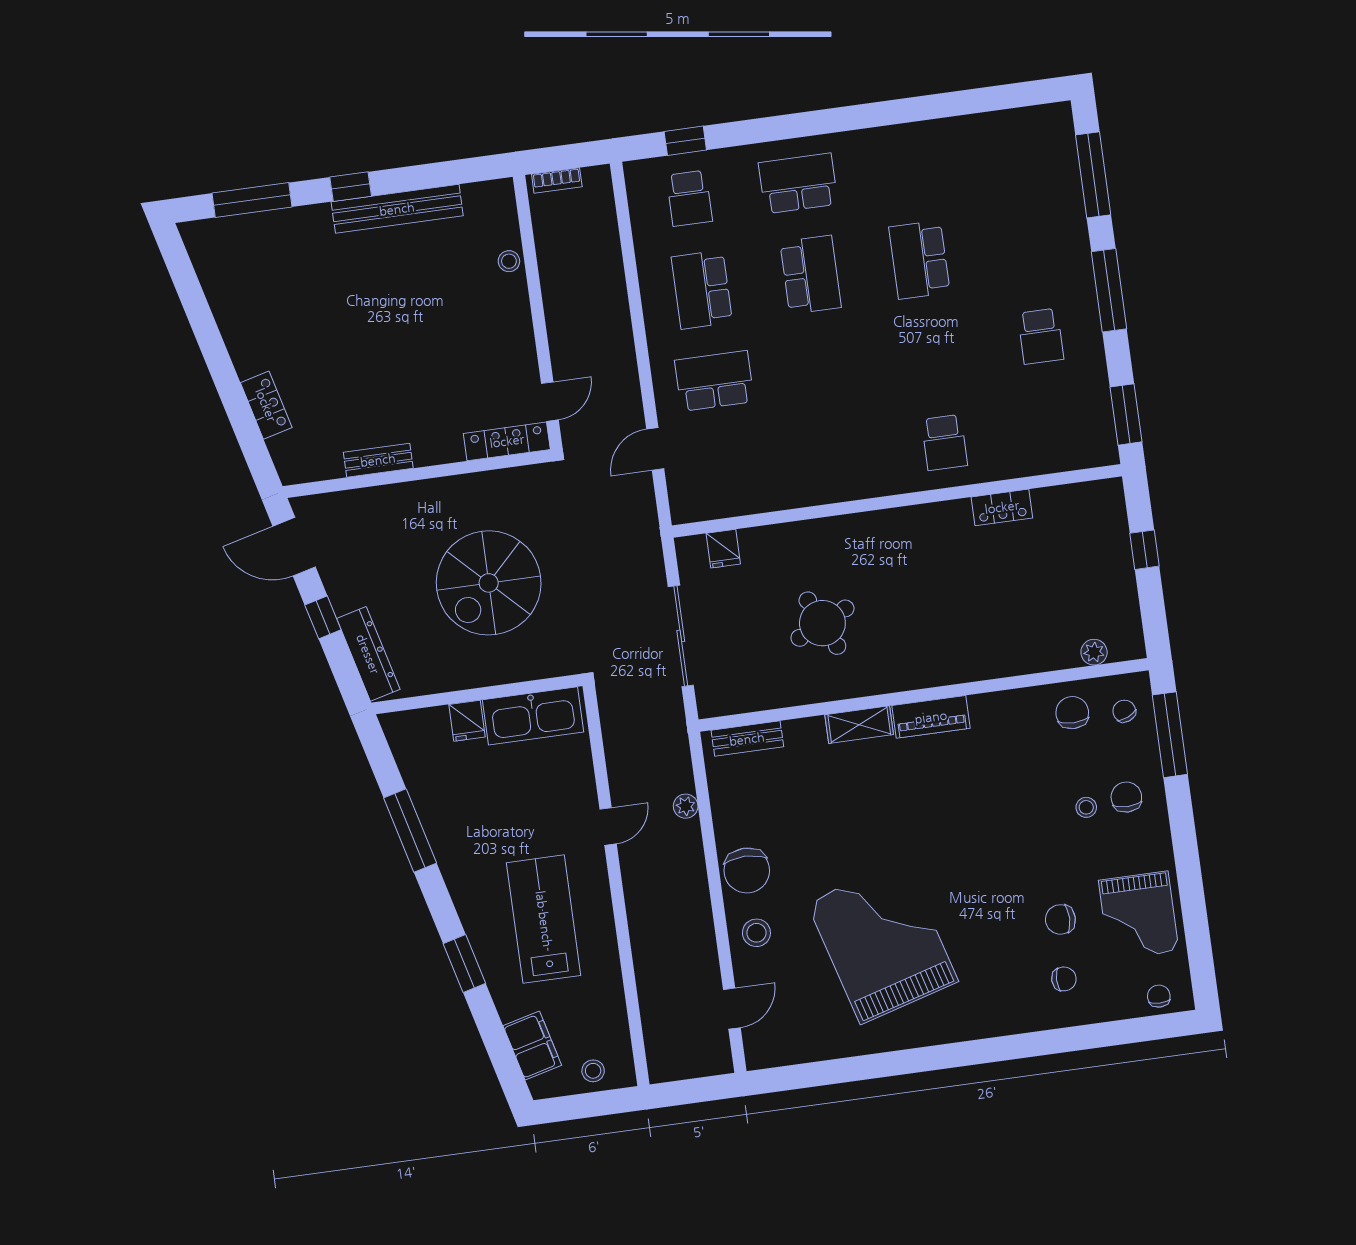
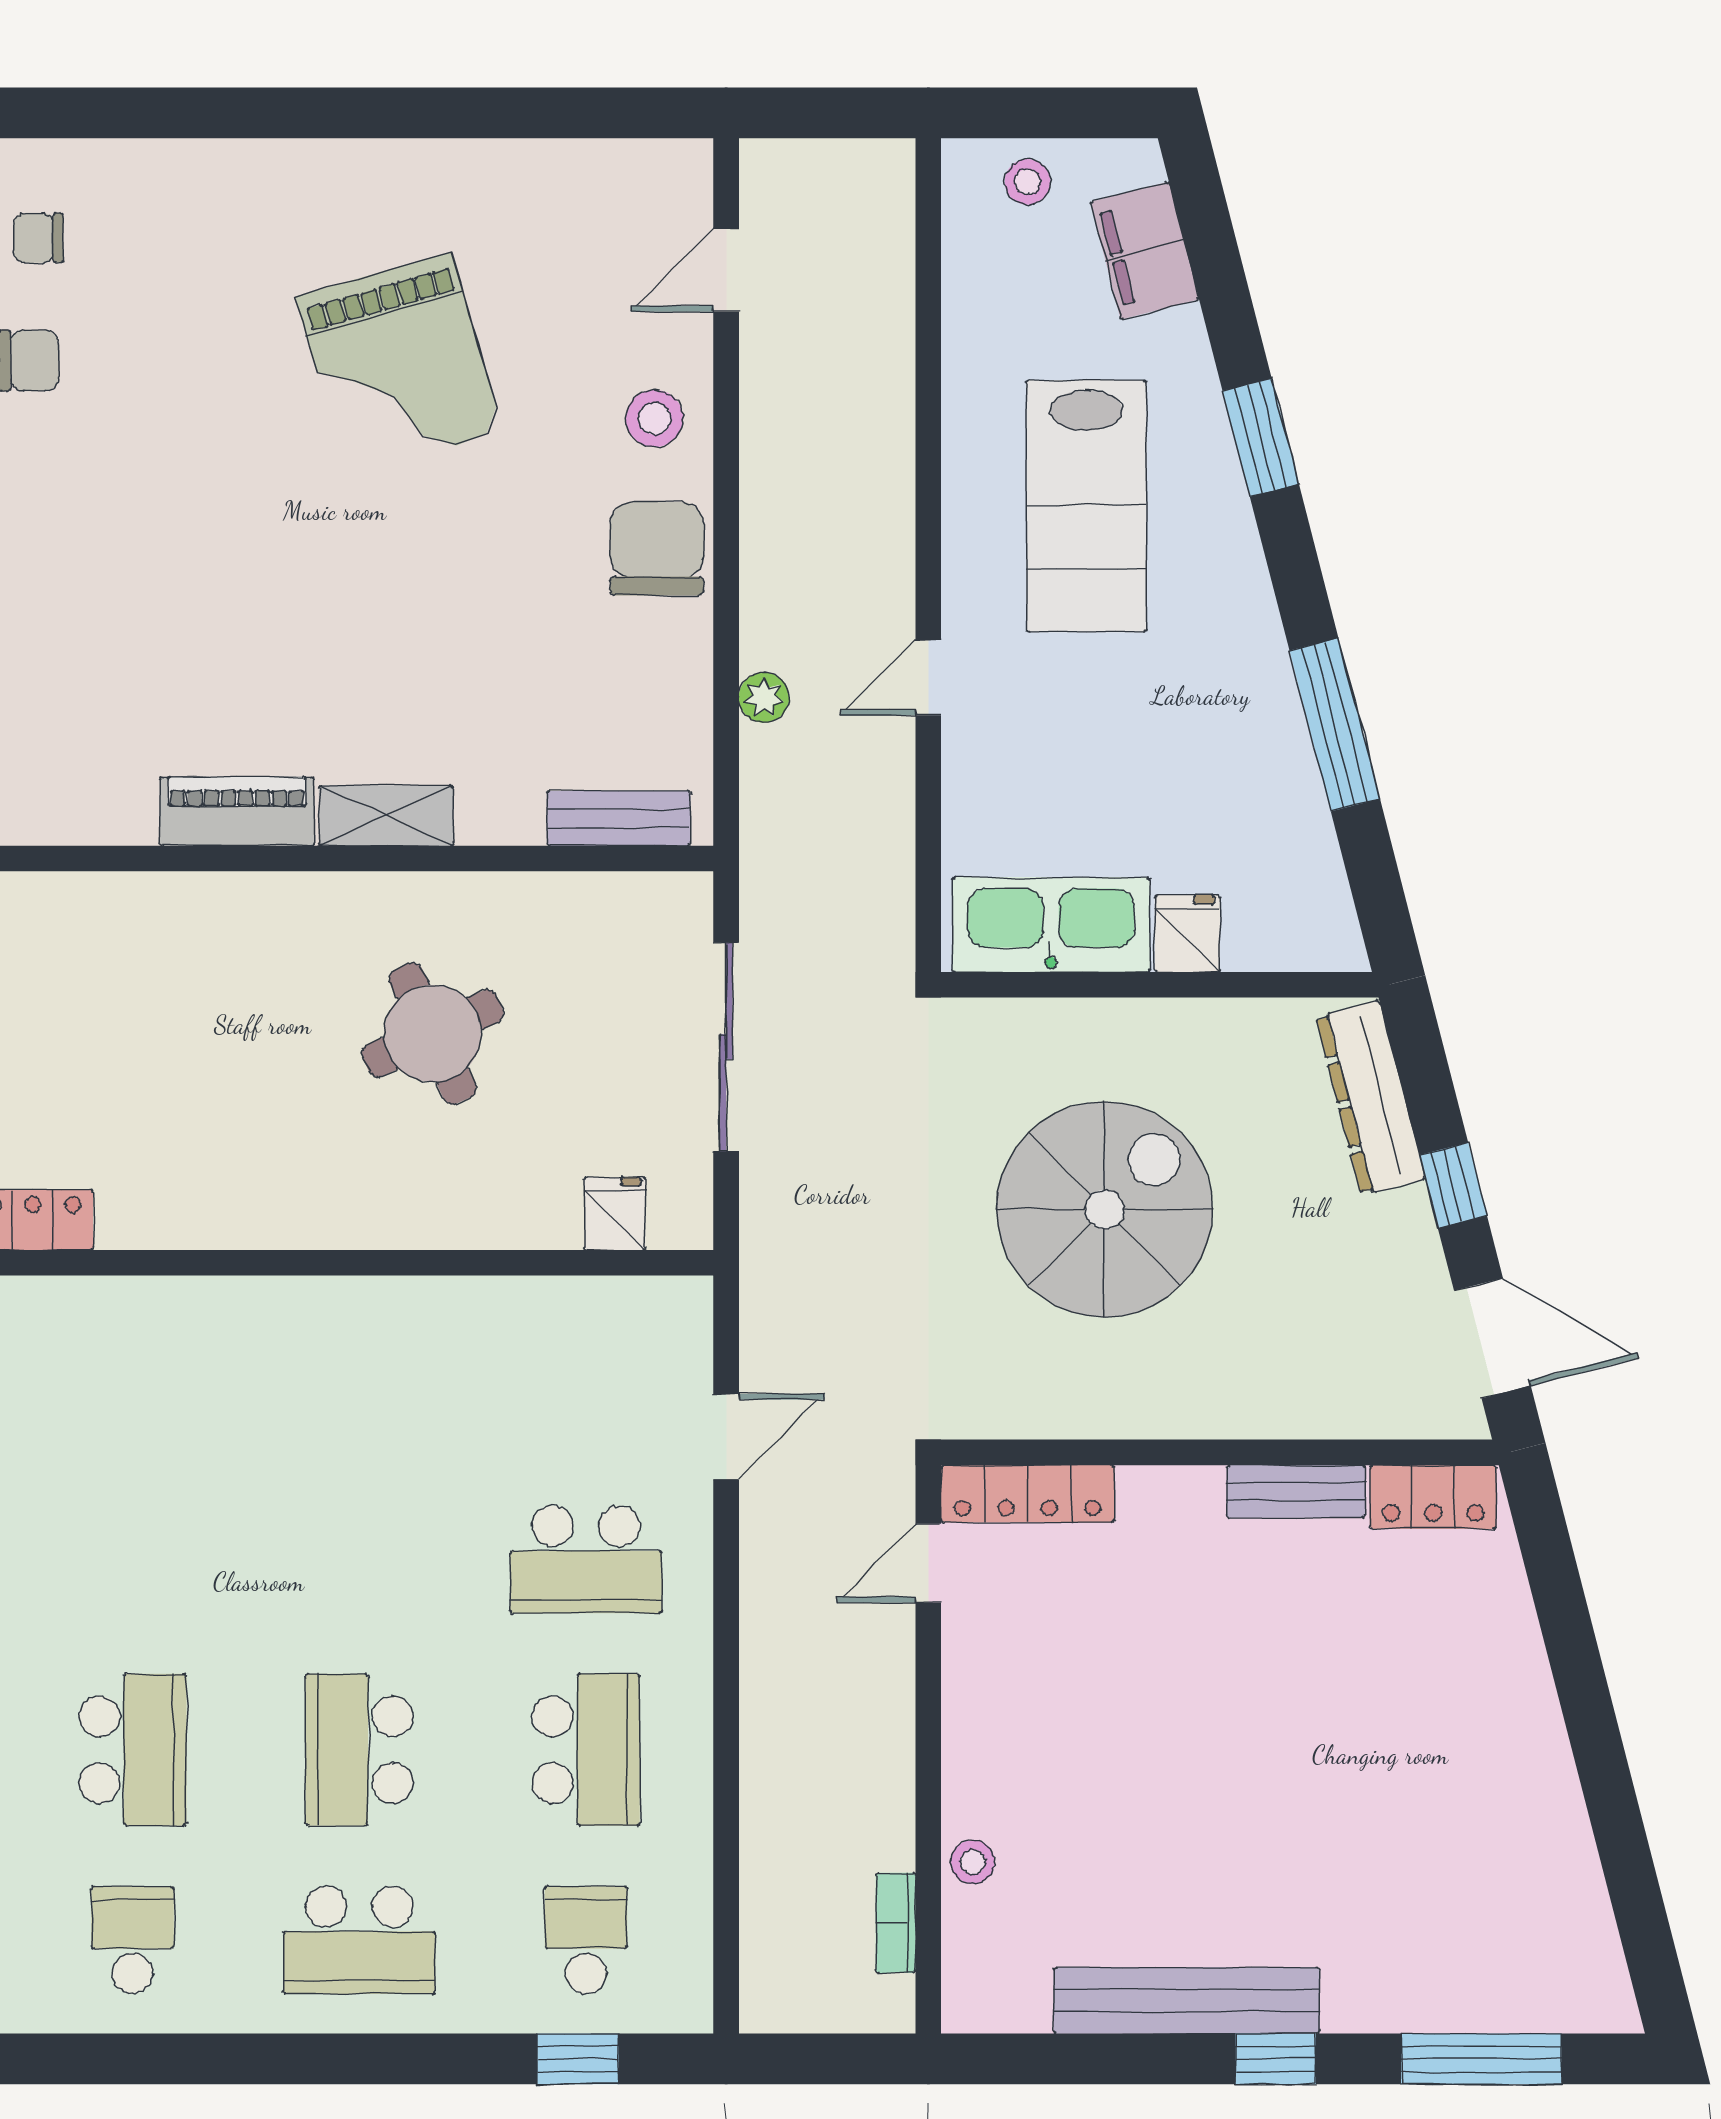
bookcase: (557, 180) -> (896, 1923), moved, turned -90
locker: (266, 405) -> (1433, 1497), moved, turned -76
school desk: (944, 442) -> (133, 1940), moved
grand piano: (882, 942) -> (399, 364), width x0.73, depth x0.68

